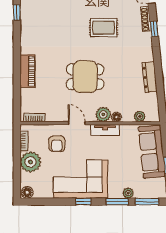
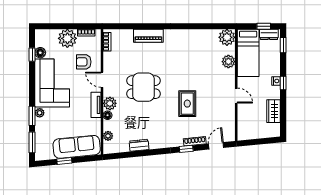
window: (17, 12) -> (201, 26), removed
dining table: (85, 77) -> (144, 87), turned 90
dresser: (150, 77) -> (139, 145), width x0.70
door: (77, 123) -> (102, 80), swing flipped
floor lamp: (27, 192) -> (40, 53), moved
plant: (128, 193) -> (40, 113), moved
window: (83, 202) -> (32, 55), moved

